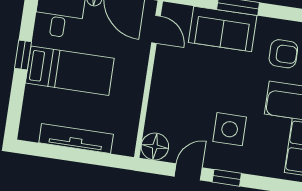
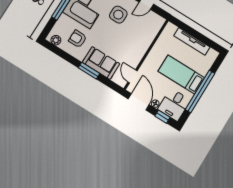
window: (23, 55) -> (200, 91), width x3.17
floor lamp: (155, 146) -> (157, 22), removed

